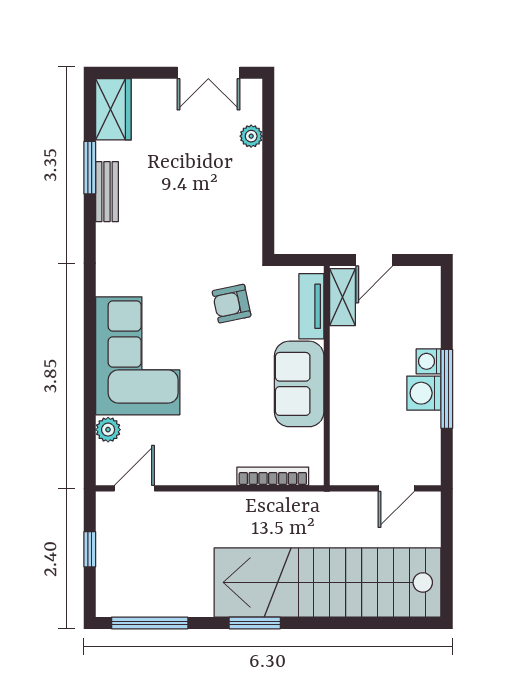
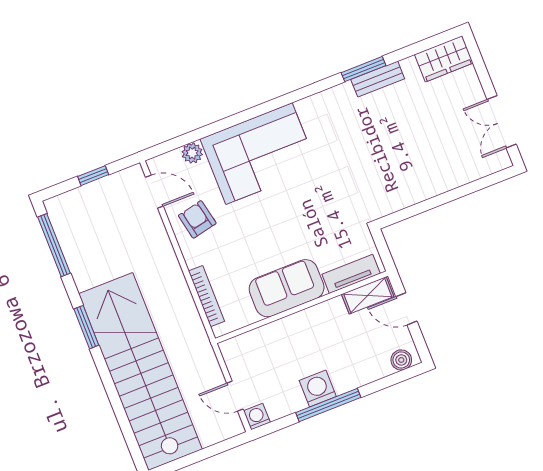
plant: (251, 136) -> (465, 175), removed
window: (90, 168) -> (364, 69), moved
boiler: (429, 288) -> (401, 360), added
armchair: (232, 304) -> (197, 219), moved
washing machine: (428, 361) -> (257, 417), moved

